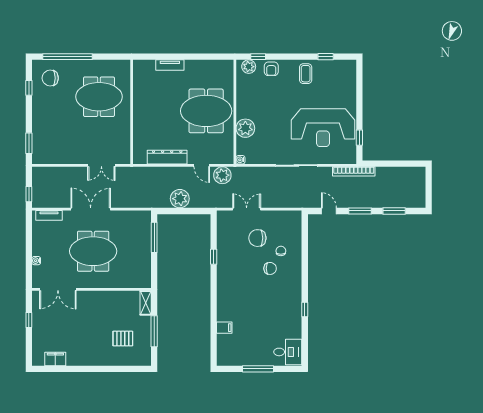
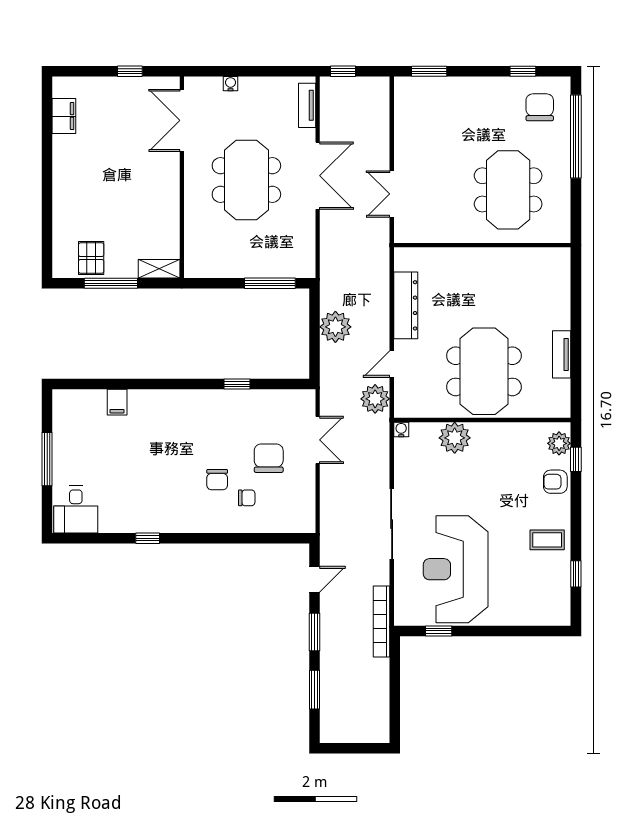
tv unit: (170, 65) -> (562, 354), moved
pallet: (123, 339) -> (91, 258), moved

